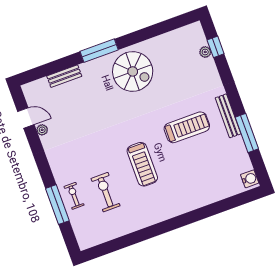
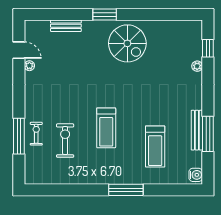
window: (99, 51) -> (105, 14), width x0.69
plant: (205, 52) -> (197, 66), moved
bench: (228, 116) -> (197, 130), moved
treadmill: (187, 127) -> (155, 146), moved, turned 90
window: (185, 220) -> (126, 190), added

